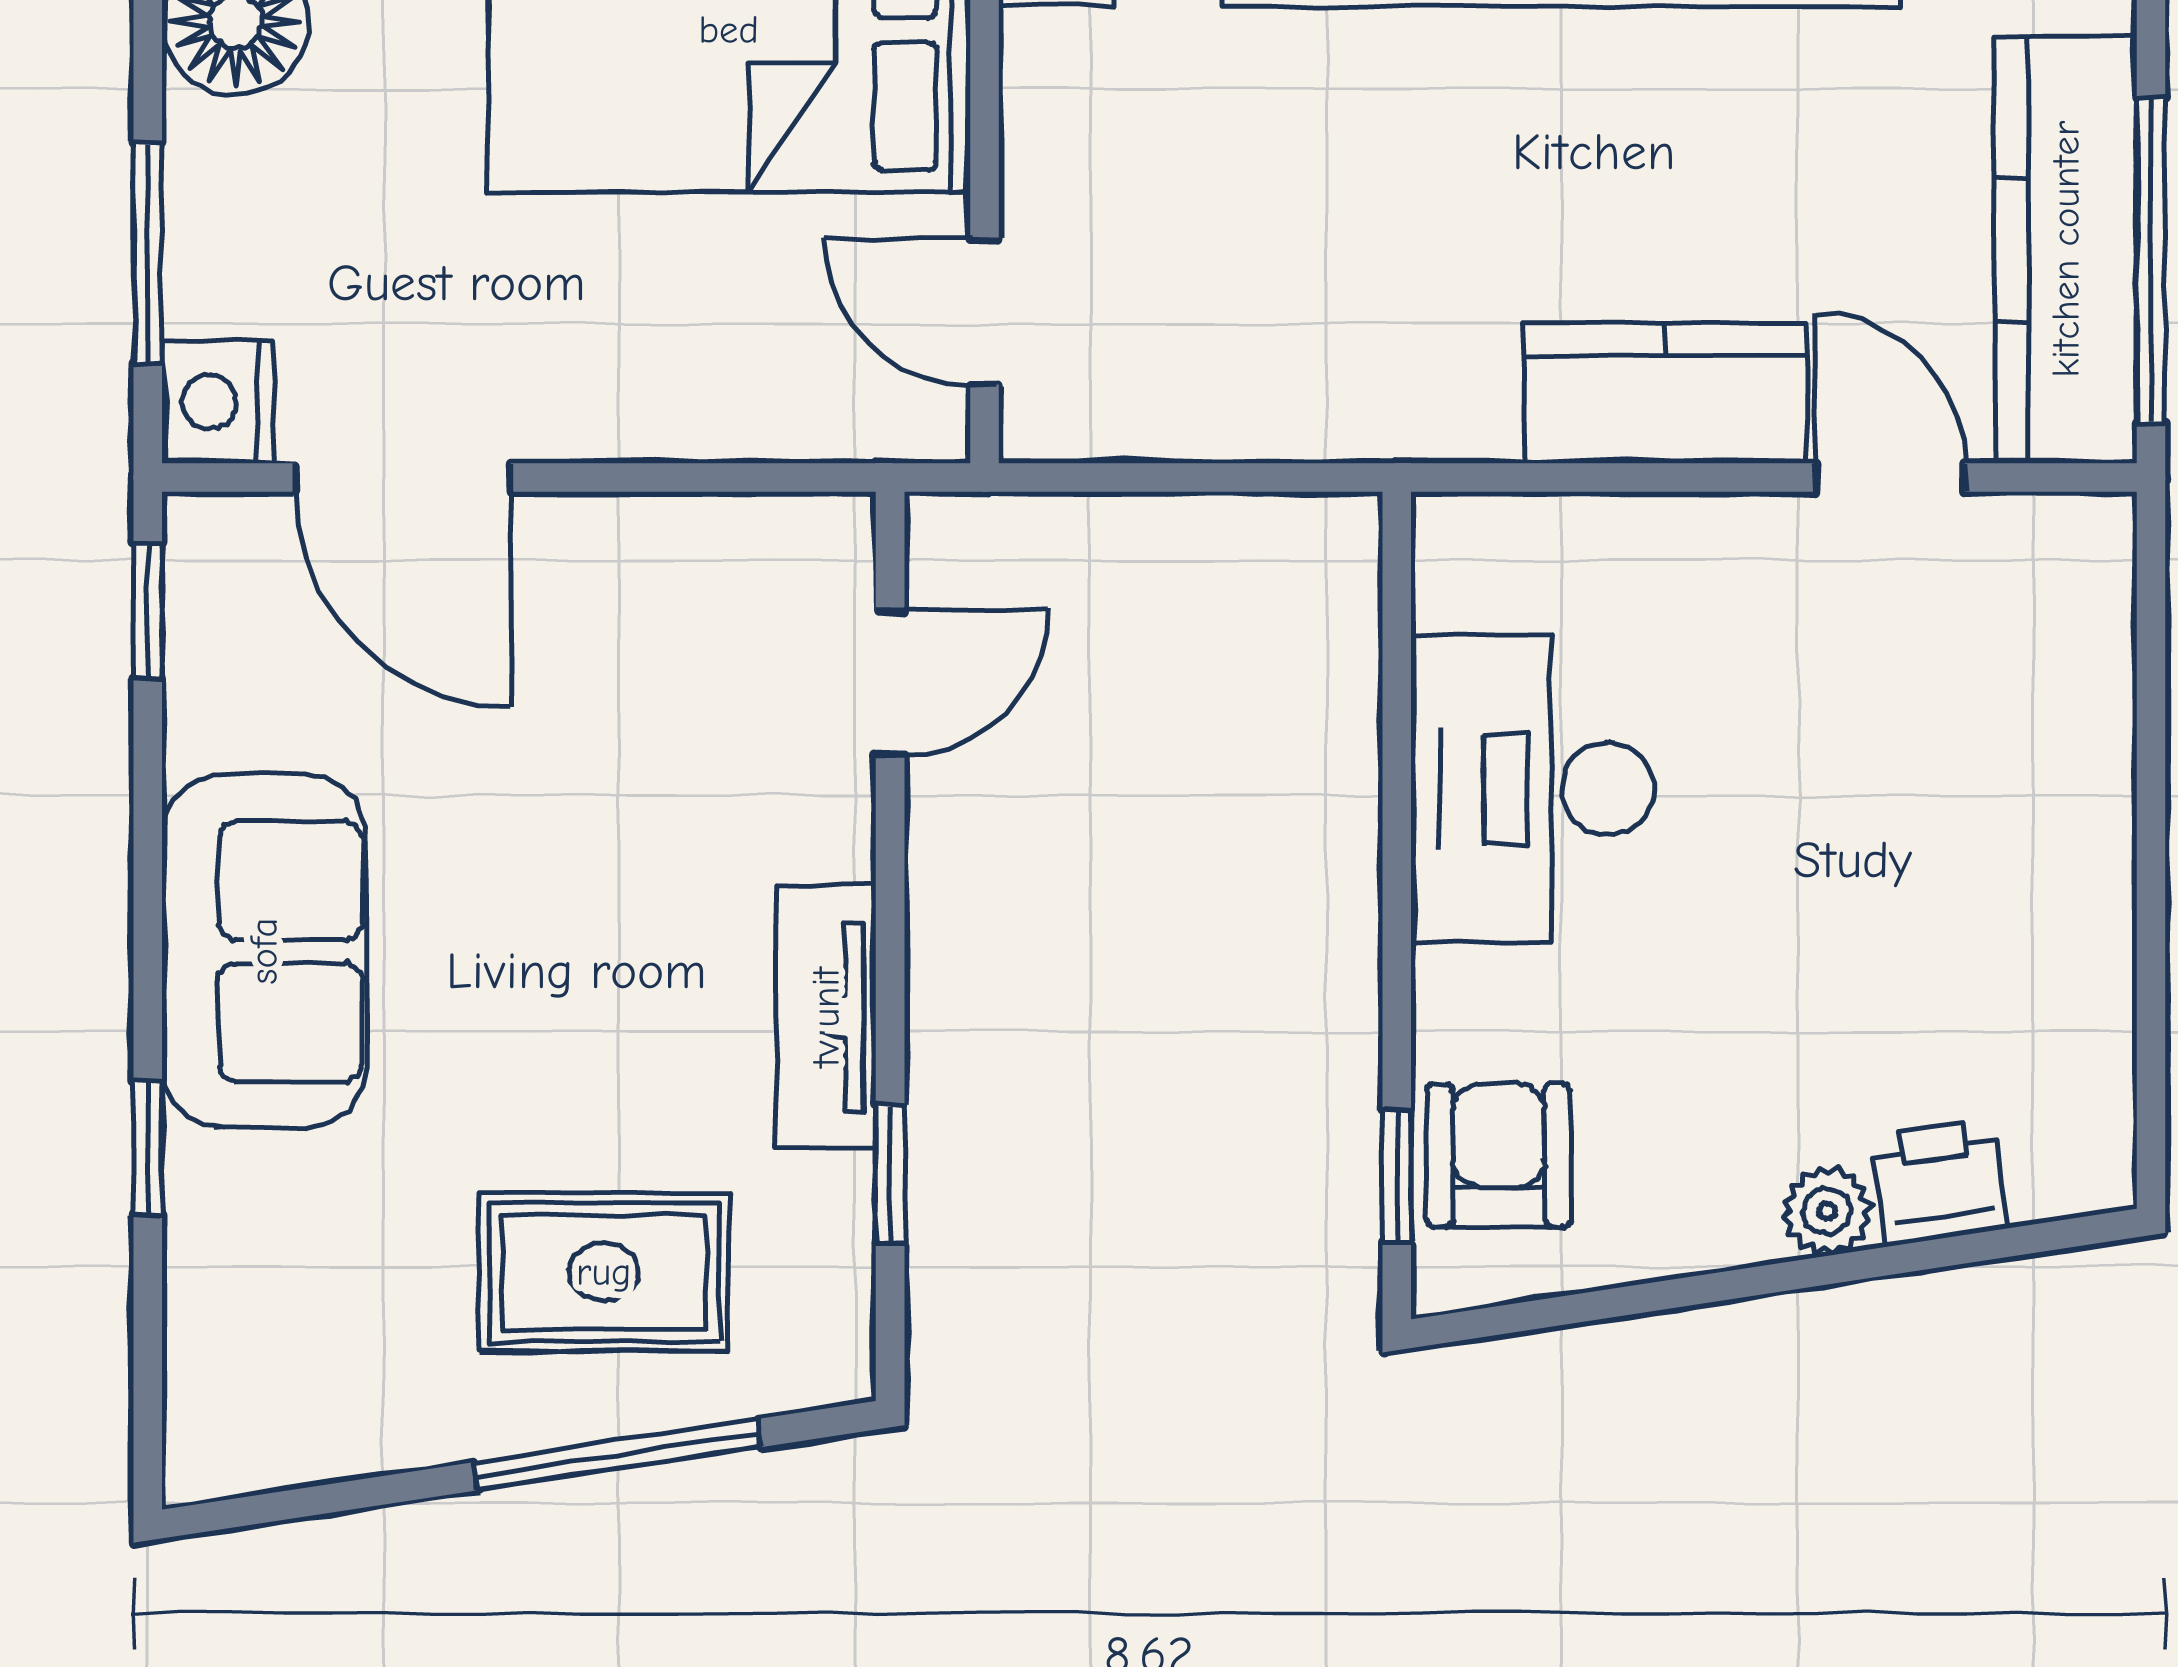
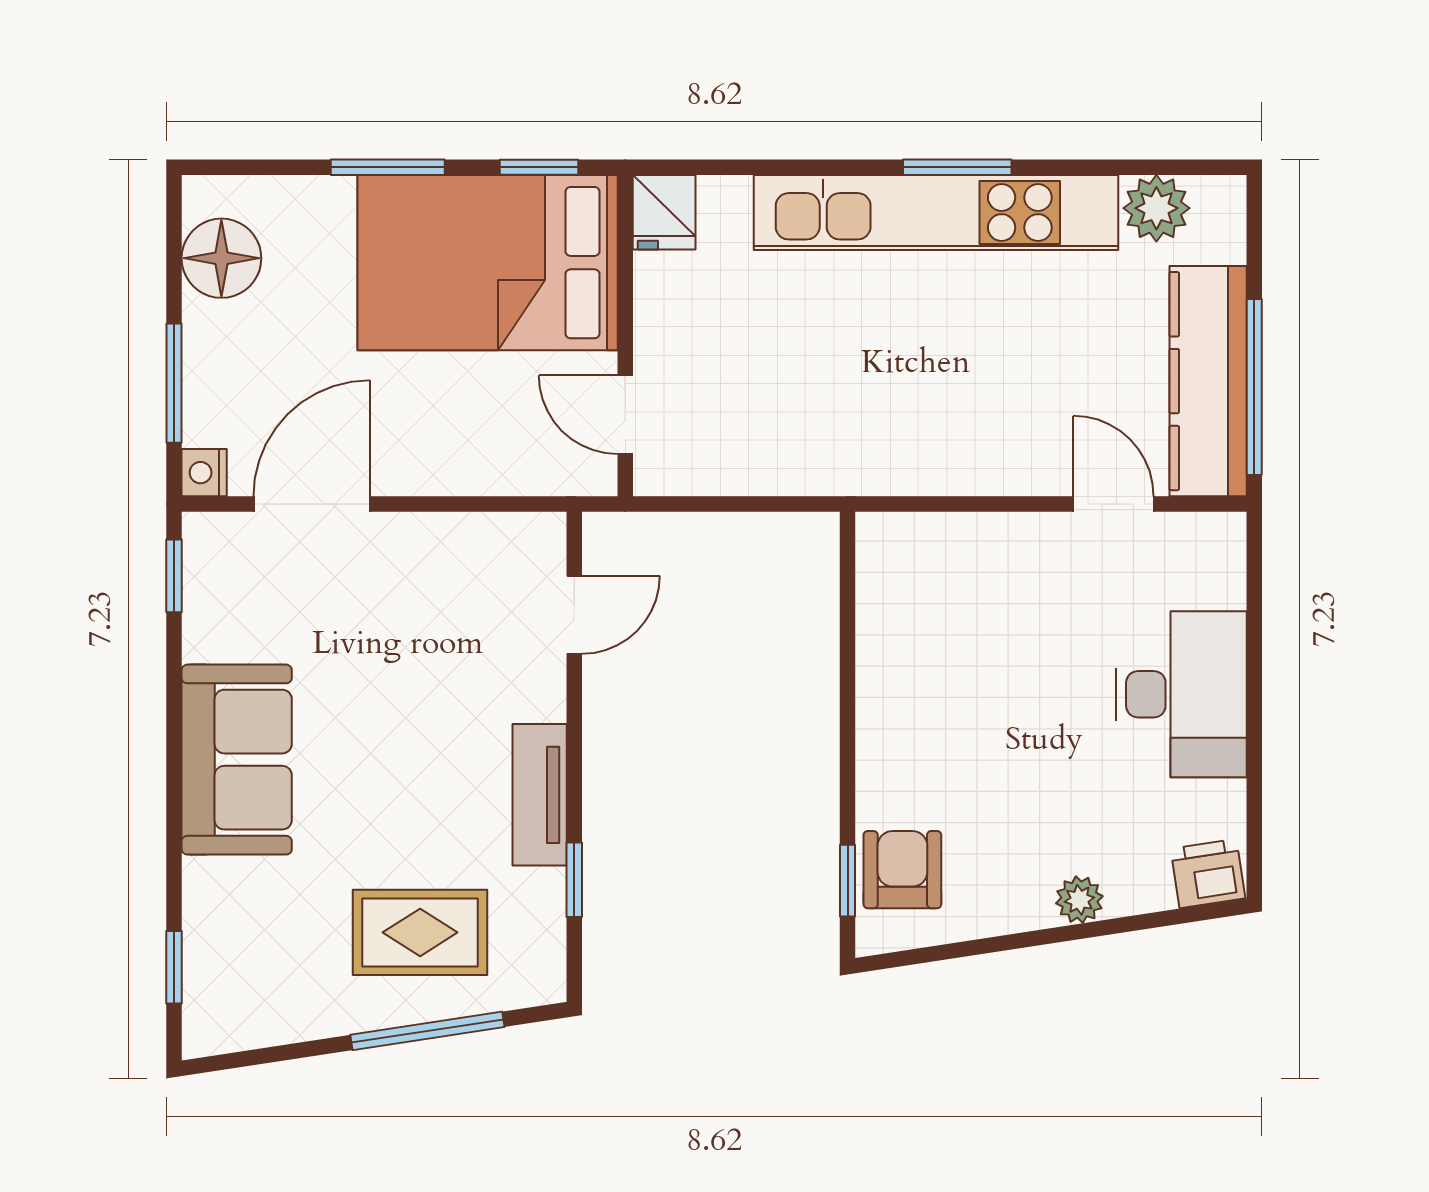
kitchen counter: (1664, 393) -> (992, 458), removed
nightstand: (218, 402) -> (204, 473), width x0.72, depth x0.74
door: (403, 477) -> (312, 504), swing flipped
desk: (1532, 789) -> (1181, 694), moved, turned 180
window: (148, 1148) -> (174, 967), moved
printer: (1939, 1182) -> (1208, 874), moved

